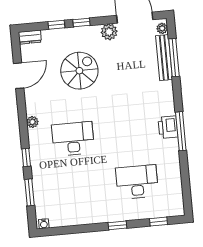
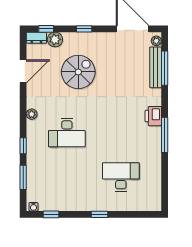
window: (56, 25) -> (46, 29), moved
plant: (109, 32) -> (55, 39), moved
printer: (168, 127) -> (153, 116), moved
desk: (73, 139) -> (67, 133), turned 180
window: (159, 222) -> (51, 214), moved

